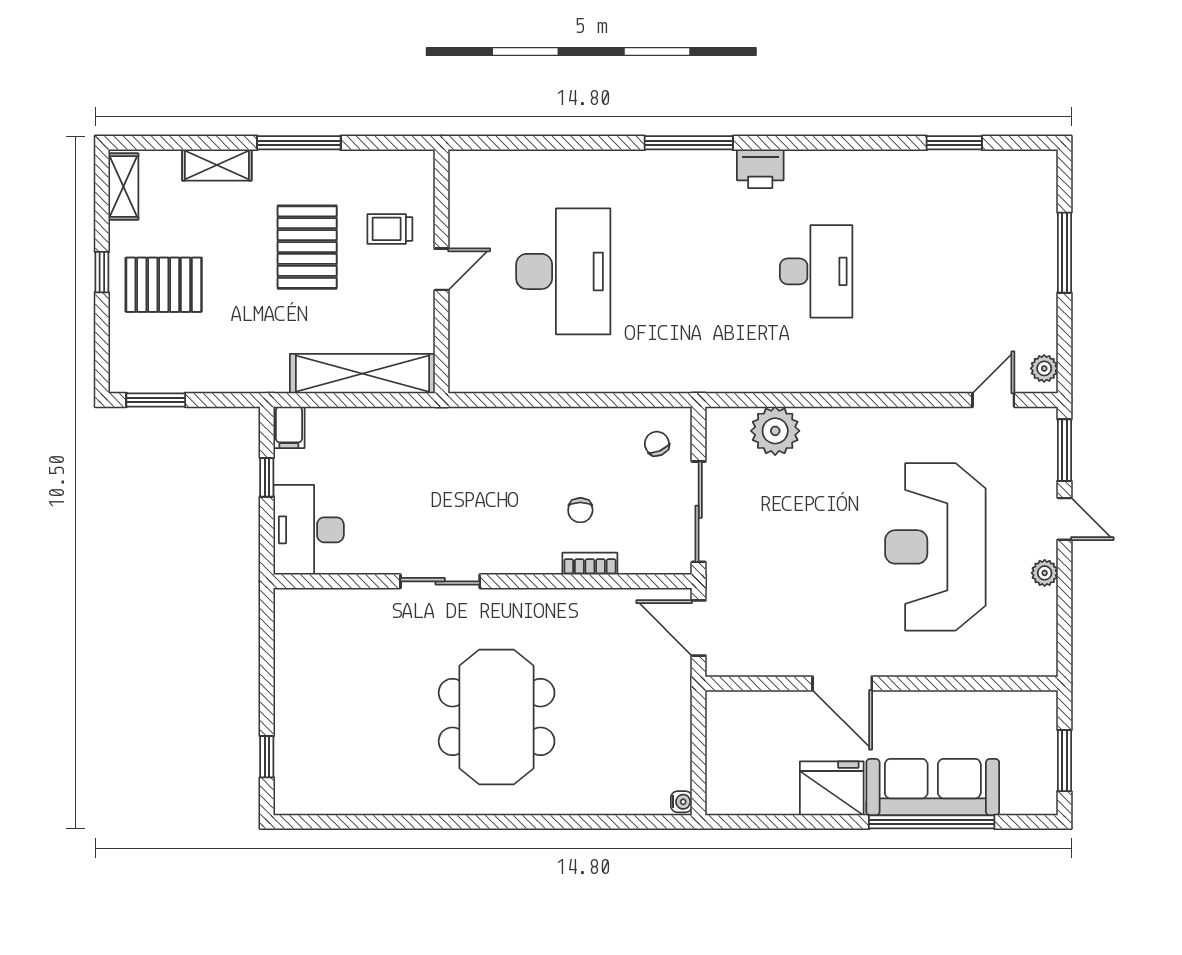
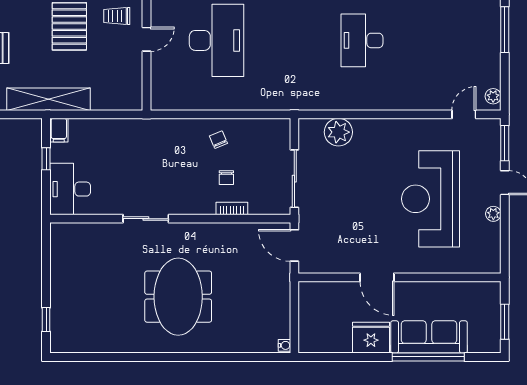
desk: (816, 271) -> (362, 40), turned 180
shelving: (362, 374) -> (48, 99), moved
chair: (657, 444) -> (218, 140), moved

